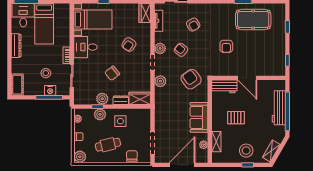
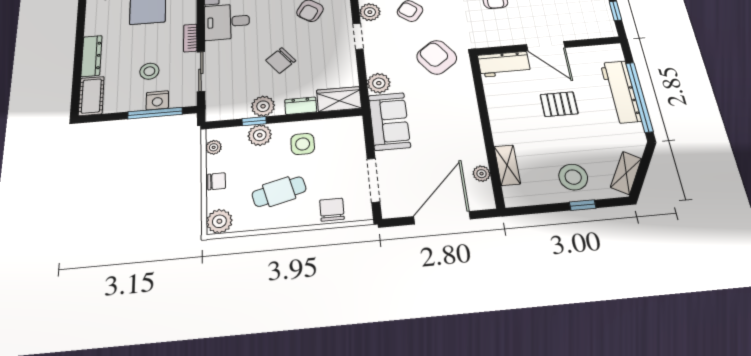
dresser: (16, 46) -> (92, 56), moved
plant: (160, 81) -> (379, 83), moved
sofa: (199, 117) -> (389, 121), moved, turned 180
pallet: (236, 118) -> (559, 104), moved

